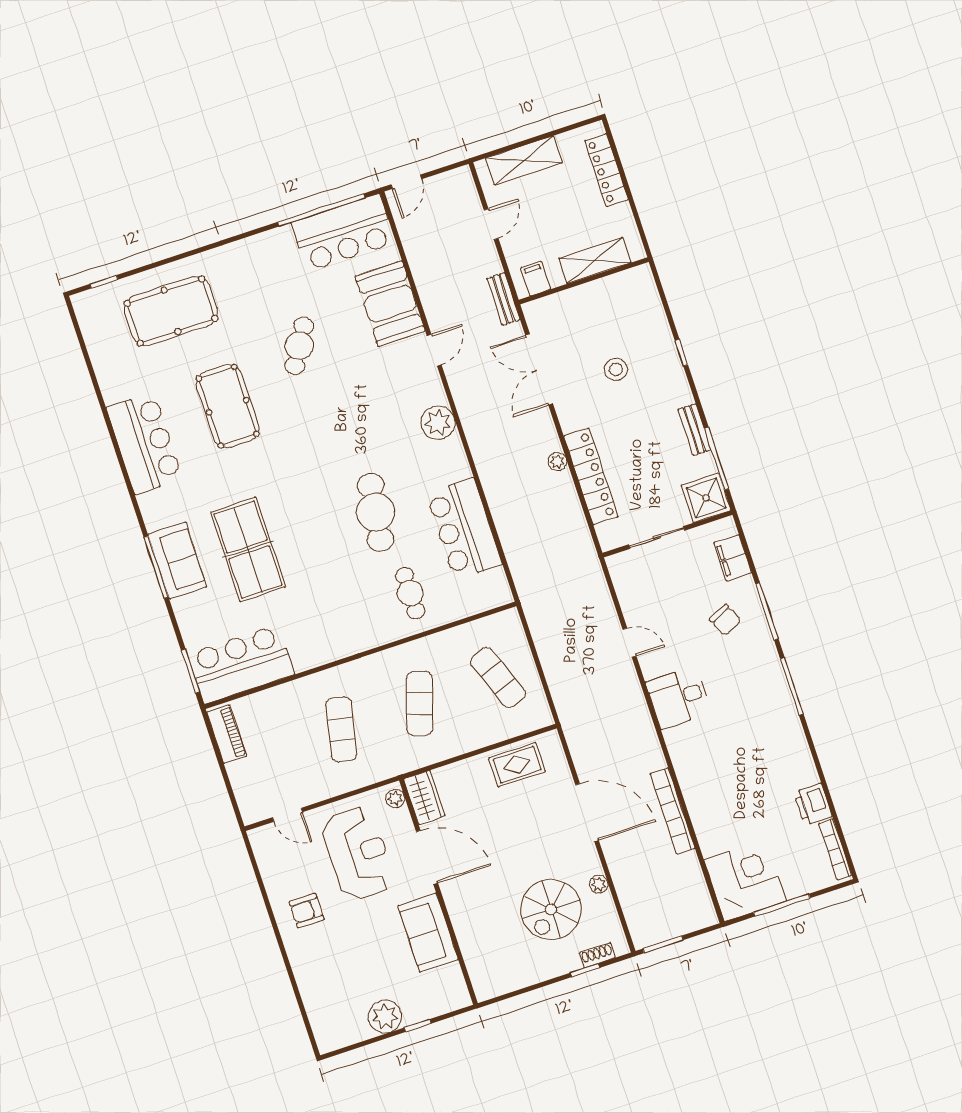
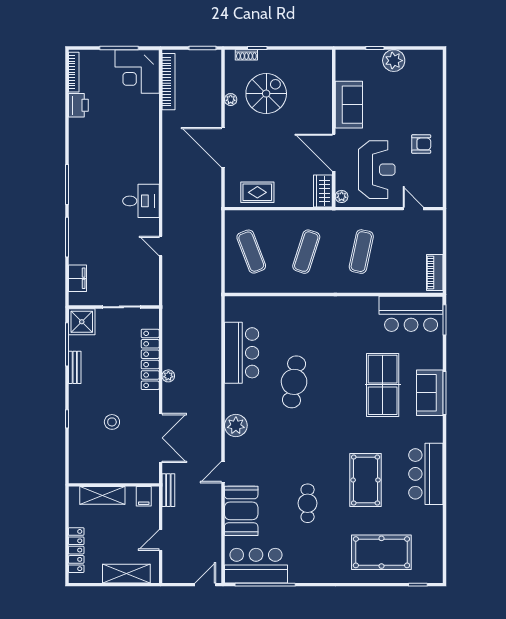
cafe table: (299, 346) -> (308, 503), turned -31
cafe table: (410, 593) -> (289, 323), removed
chair: (725, 620) -> (95, 240), removed
bookcase: (673, 811) -> (169, 82), moved
reception desk: (358, 853) -> (377, 170), turned 180

